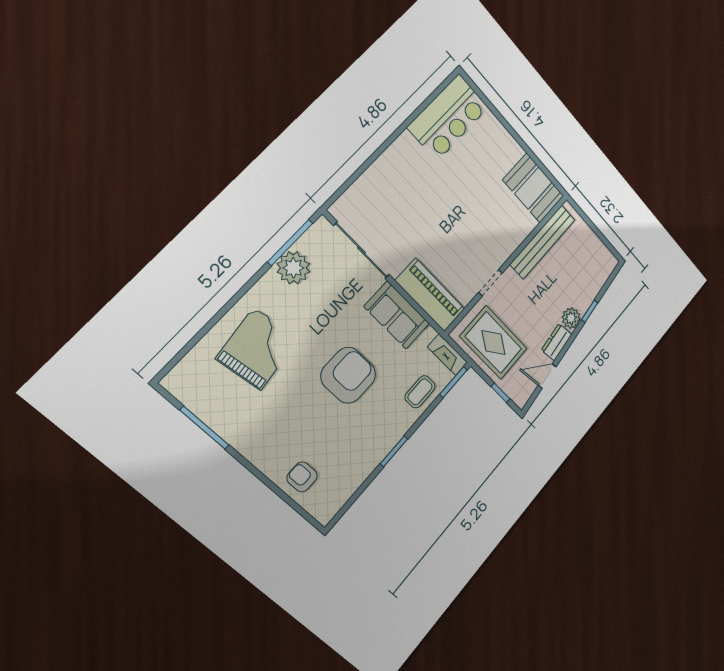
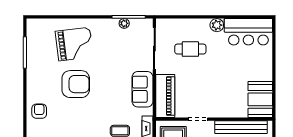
plant: (405, 145) -> (217, 25), added
cafe table: (404, 207) -> (190, 49), added
plant: (293, 268) -> (124, 23), width x0.53, depth x0.53
armchair: (348, 375) -> (76, 84), moved

